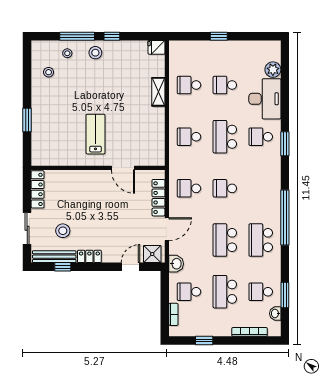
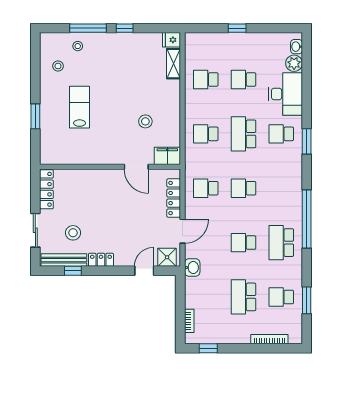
stool: (95, 53) -> (145, 121), moved
shelving: (158, 92) -> (173, 64), moved
lab bench: (96, 134) -> (80, 107), moved
filing cabinet: (152, 158) -> (167, 156), added
school desk: (225, 240) -> (243, 243), width x0.54
school desk: (189, 292) -> (206, 297), removed
washbasin: (275, 313) -> (297, 47), moved
window: (204, 340) -> (208, 348), moved

